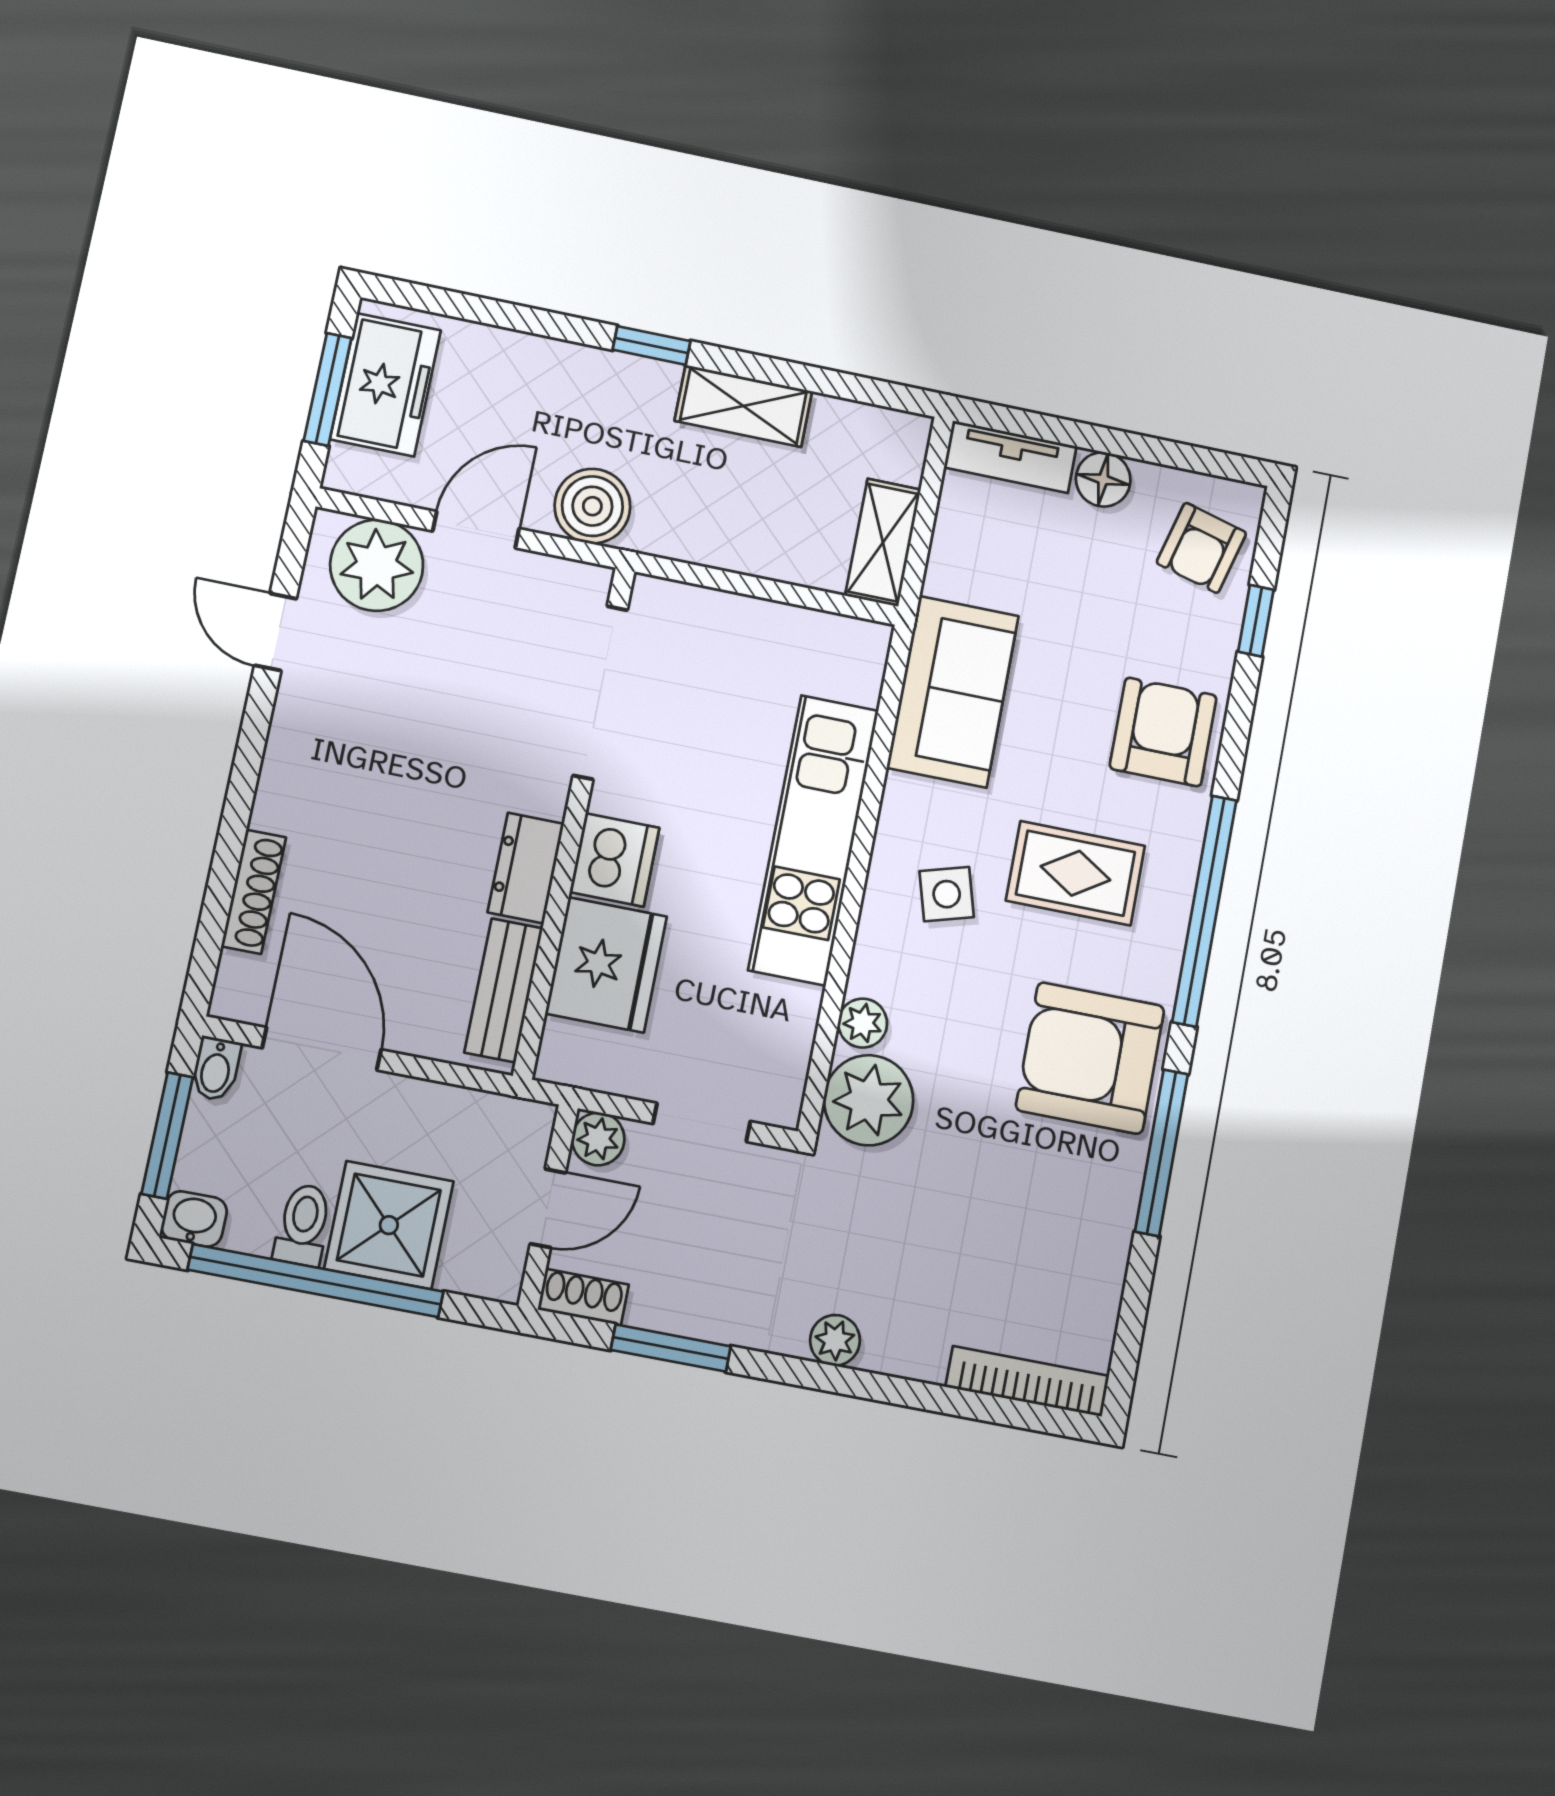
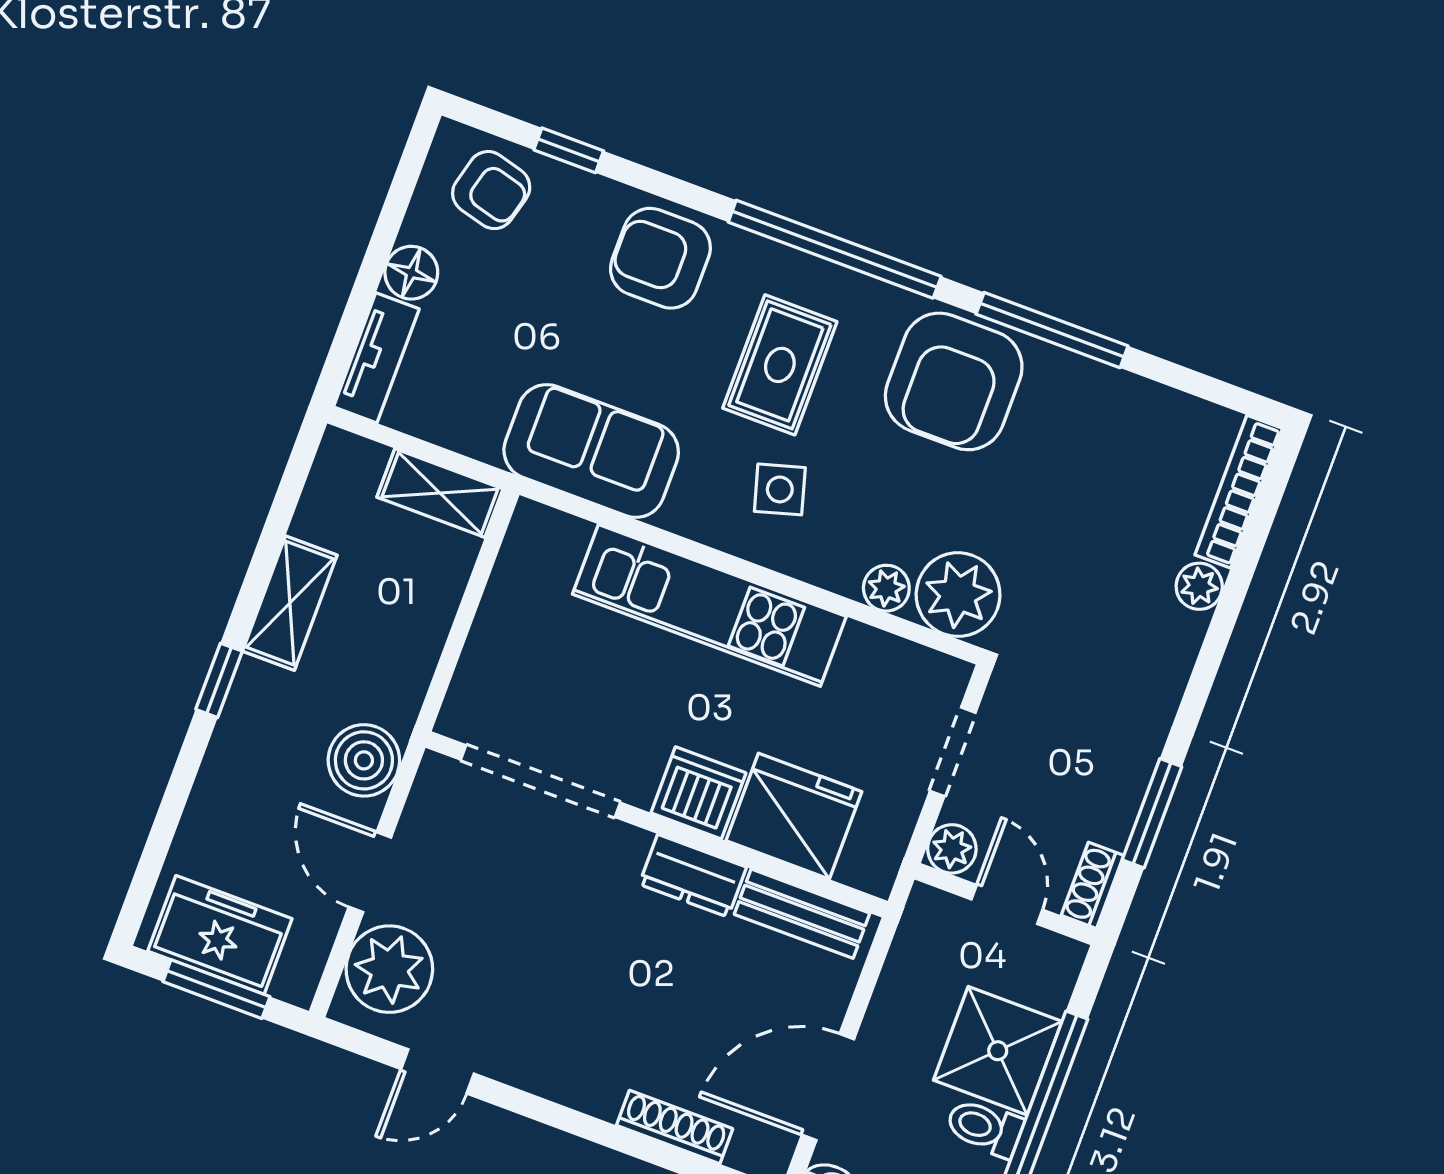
plant: (835, 1340) -> (1199, 586), moved

